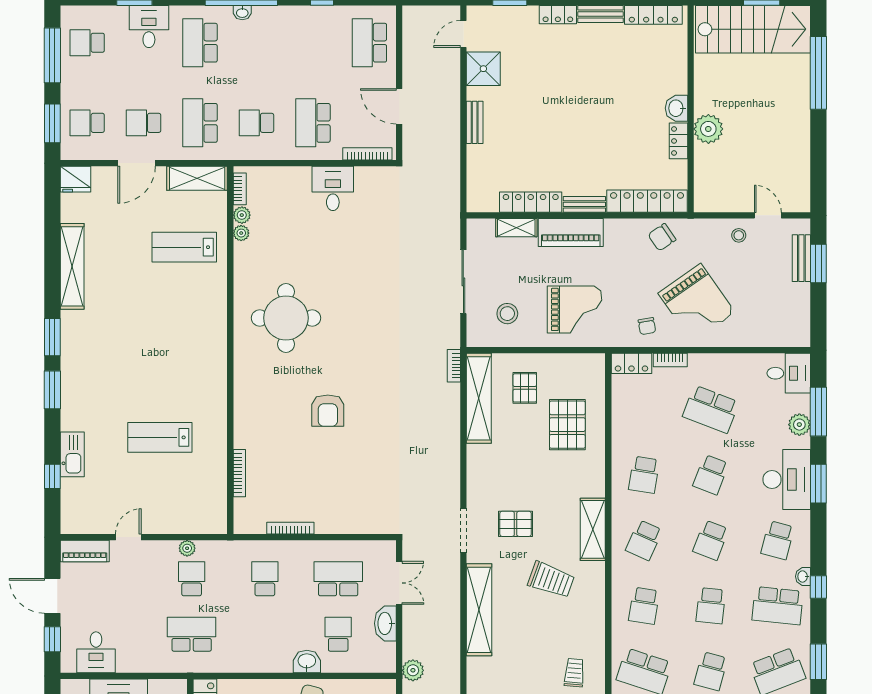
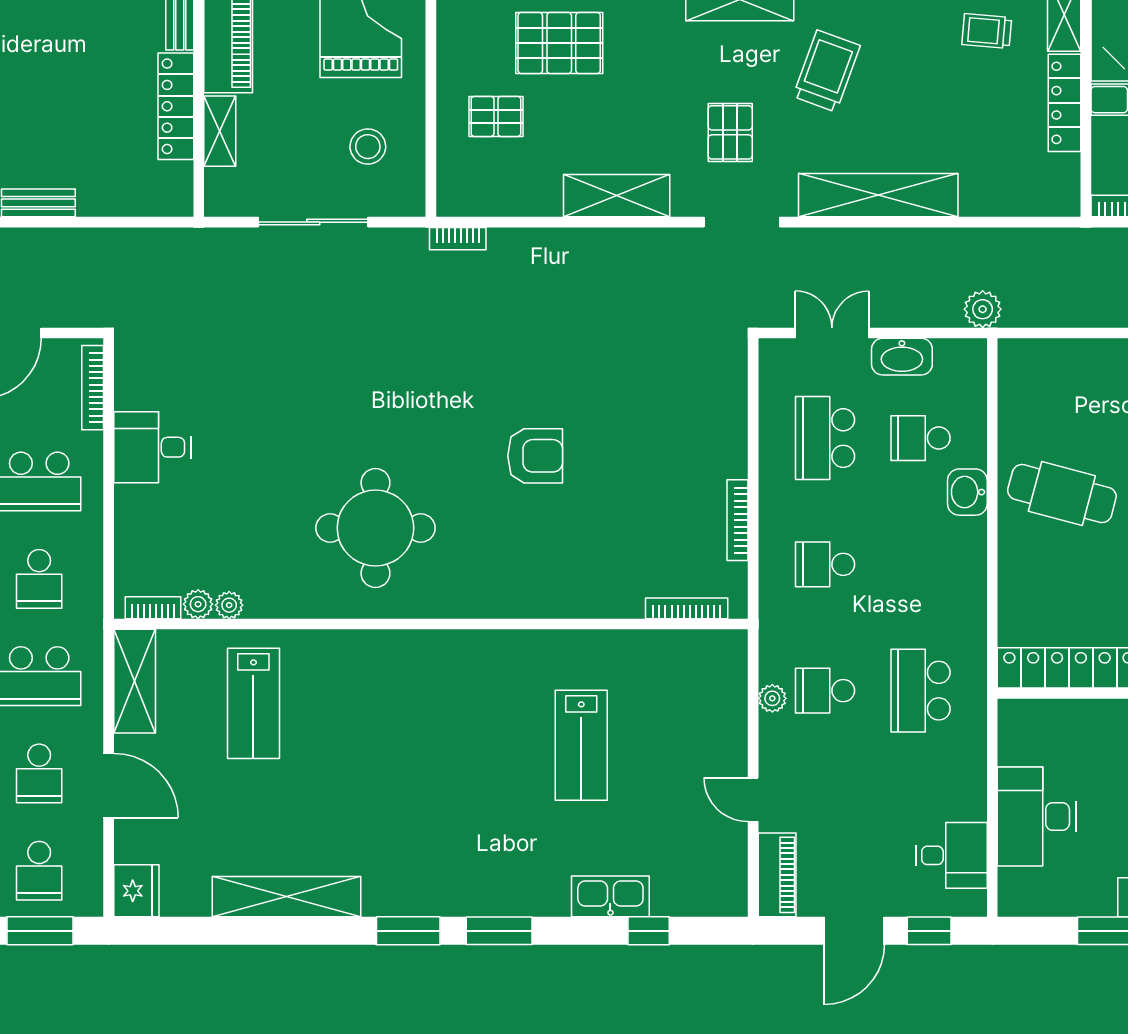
shelving: (479, 398) -> (617, 196), moved, width x0.68
bookcase: (239, 473) -> (687, 608), moved

